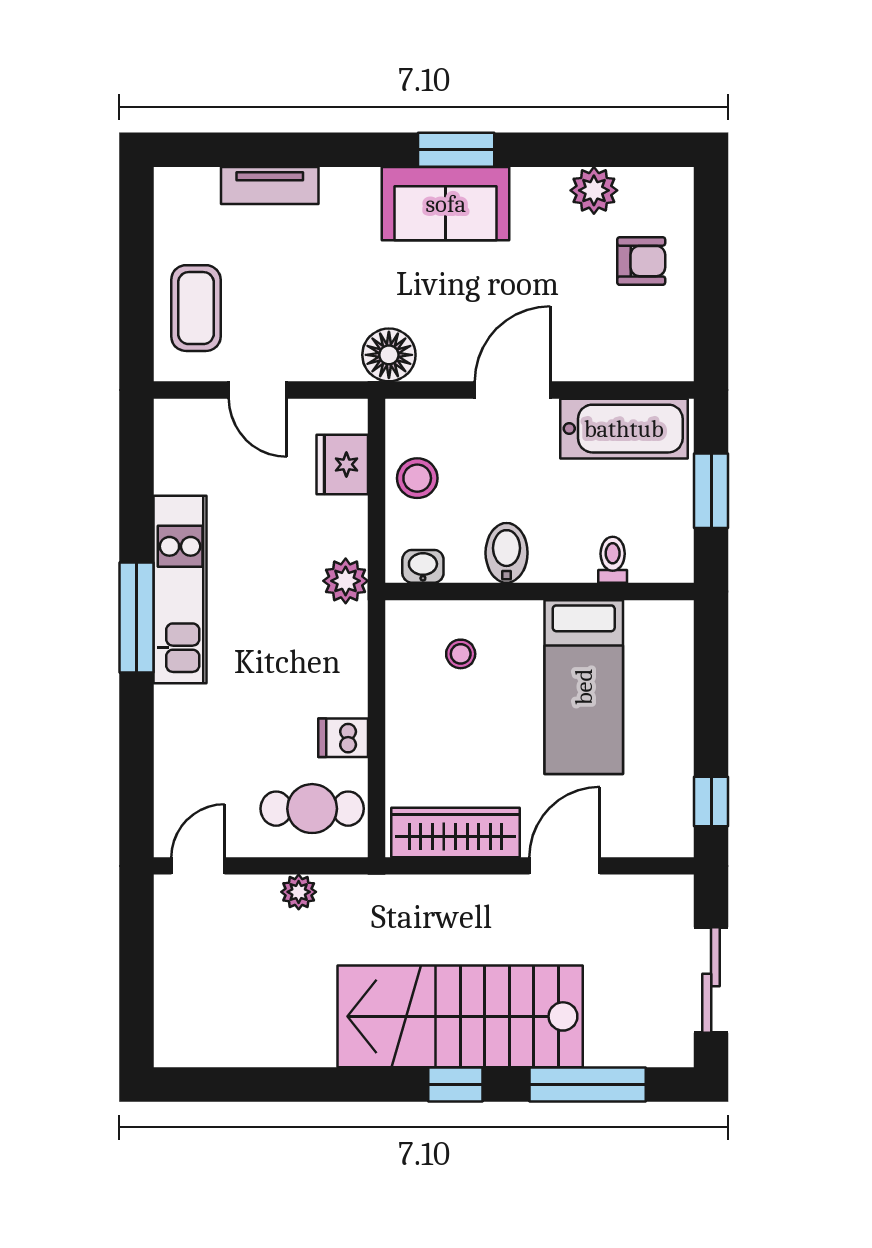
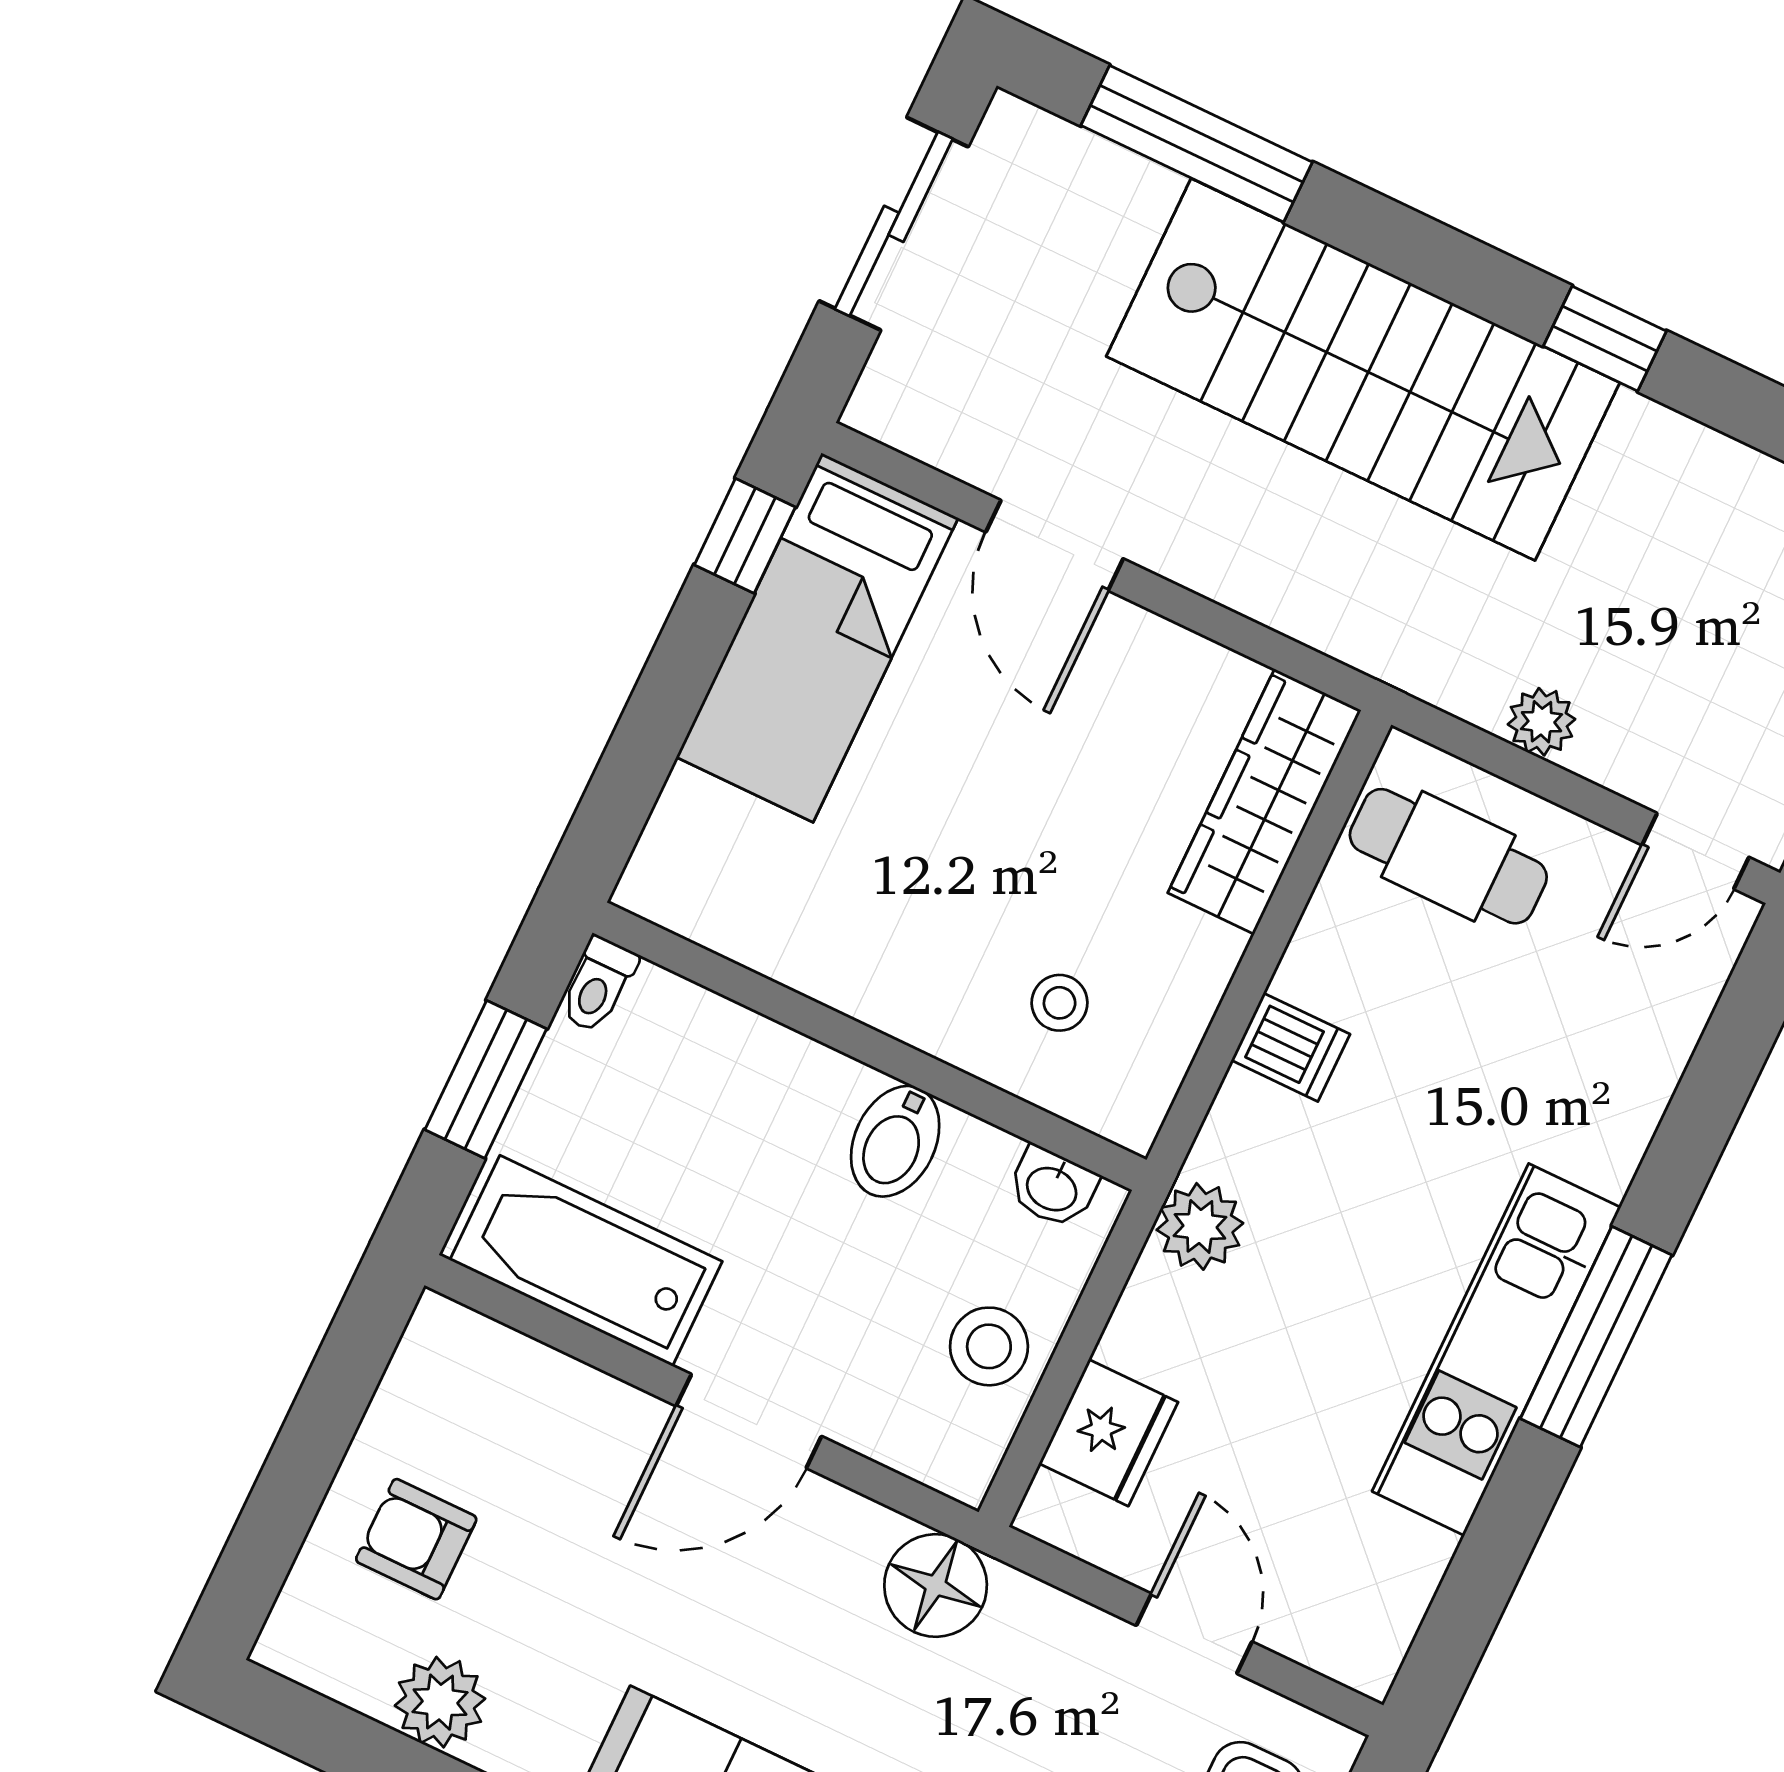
toilet: (613, 560) -> (598, 985), moved
bed: (584, 687) -> (817, 638), moved, turned 180
dishwasher: (343, 738) -> (1291, 1047), moved
wardrobe: (455, 833) -> (1264, 802), moved, turned 90
door: (565, 866) -> (1054, 545), hinge flipped
window: (455, 1085) -> (1605, 339), moved

